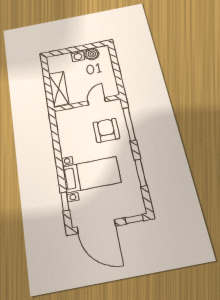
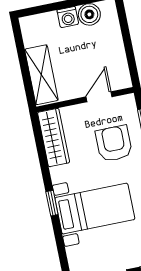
wardrobe: (64, 127) -> (54, 138), added
window: (65, 201) -> (52, 203), moved

